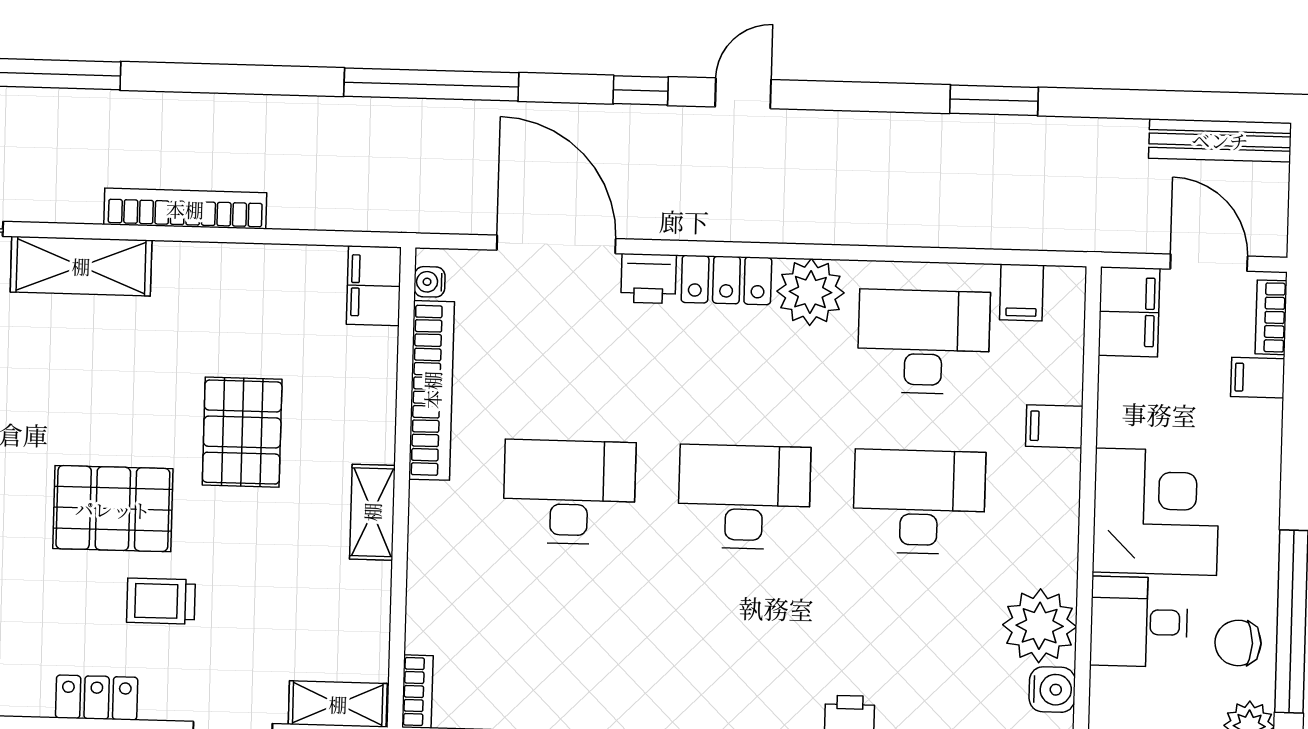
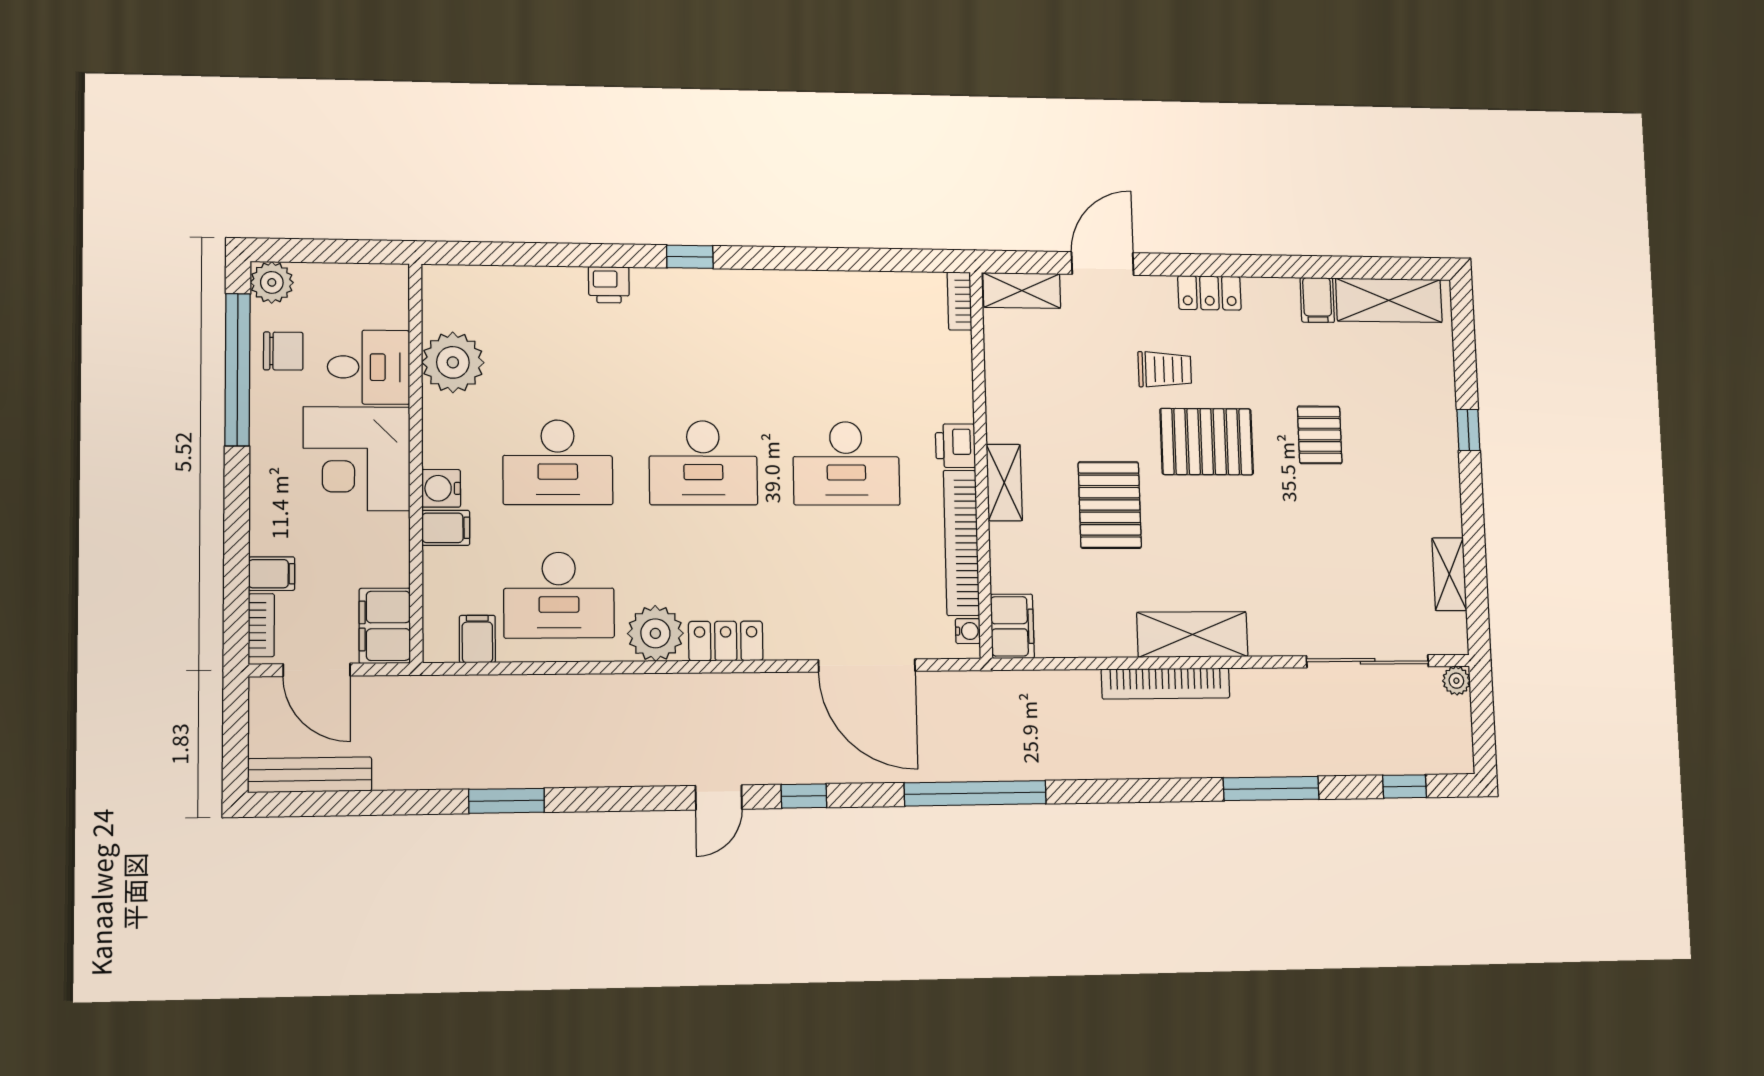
shelving: (81, 266) -> (1192, 634), moved
printer: (649, 279) -> (955, 446), moved, turned -90
shelving: (372, 512) -> (1004, 483), moved
water cooler: (1052, 690) -> (441, 488), moved

